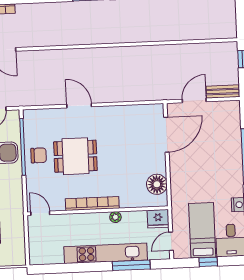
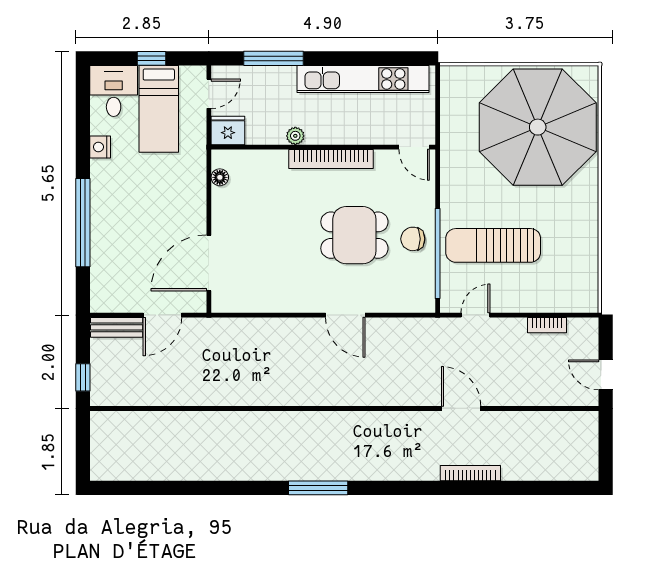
floor lamp: (157, 184) -> (220, 177), width x0.53, depth x0.53
kitchen unit: (106, 253) -> (363, 79), moved

